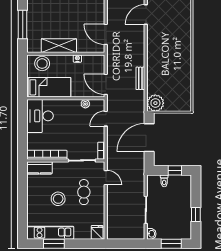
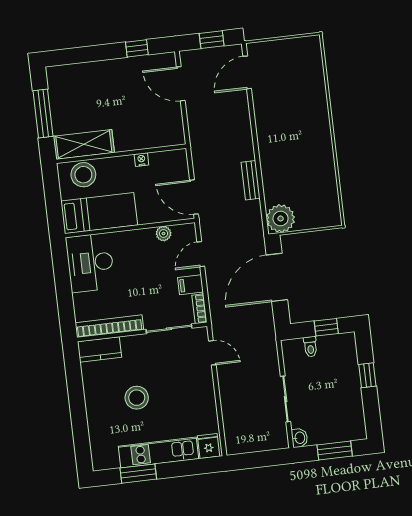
door: (106, 34) -> (181, 84), moved
shelving: (59, 46) -> (84, 144), moved
filing cabinet: (98, 136) -> (190, 285), added
cafe table: (84, 192) -> (178, 381), removed
window: (196, 214) -> (367, 375), moved
kitchen unit: (50, 233) -> (159, 453), moved

